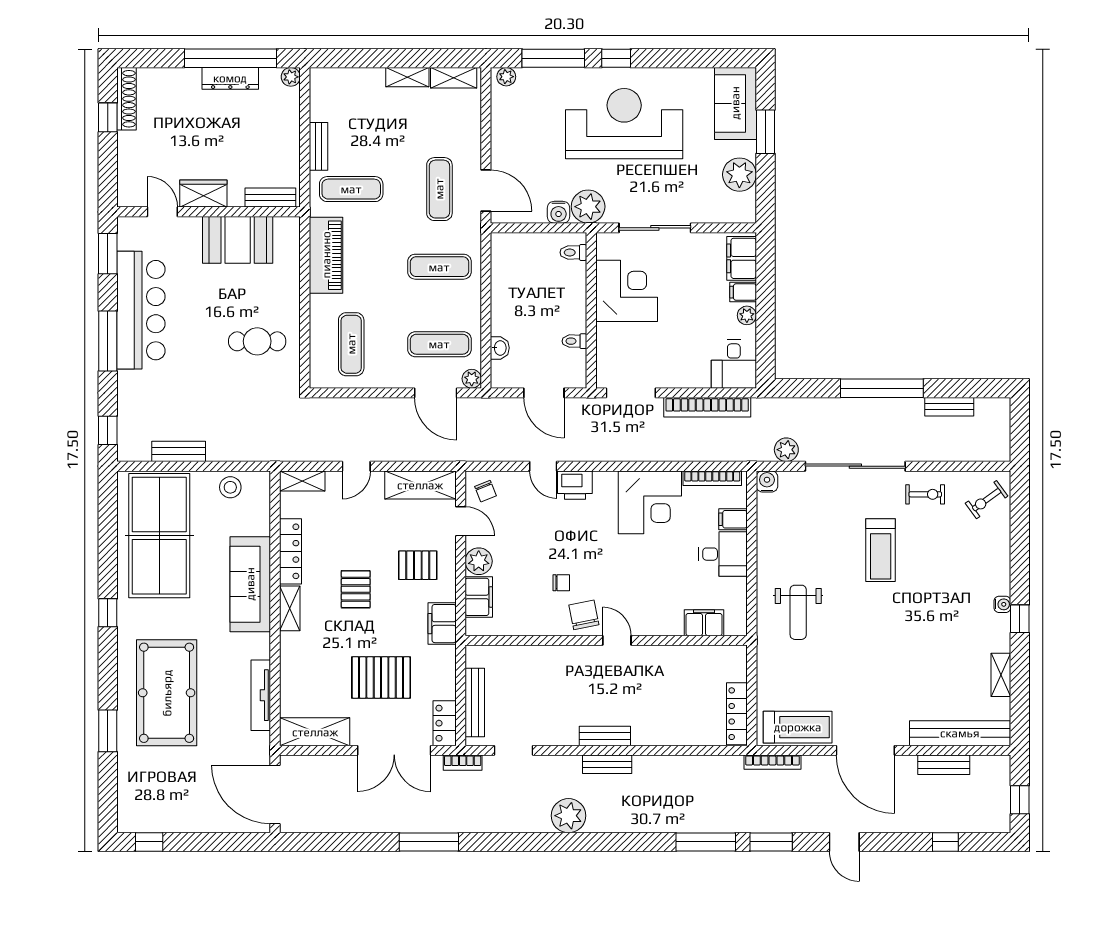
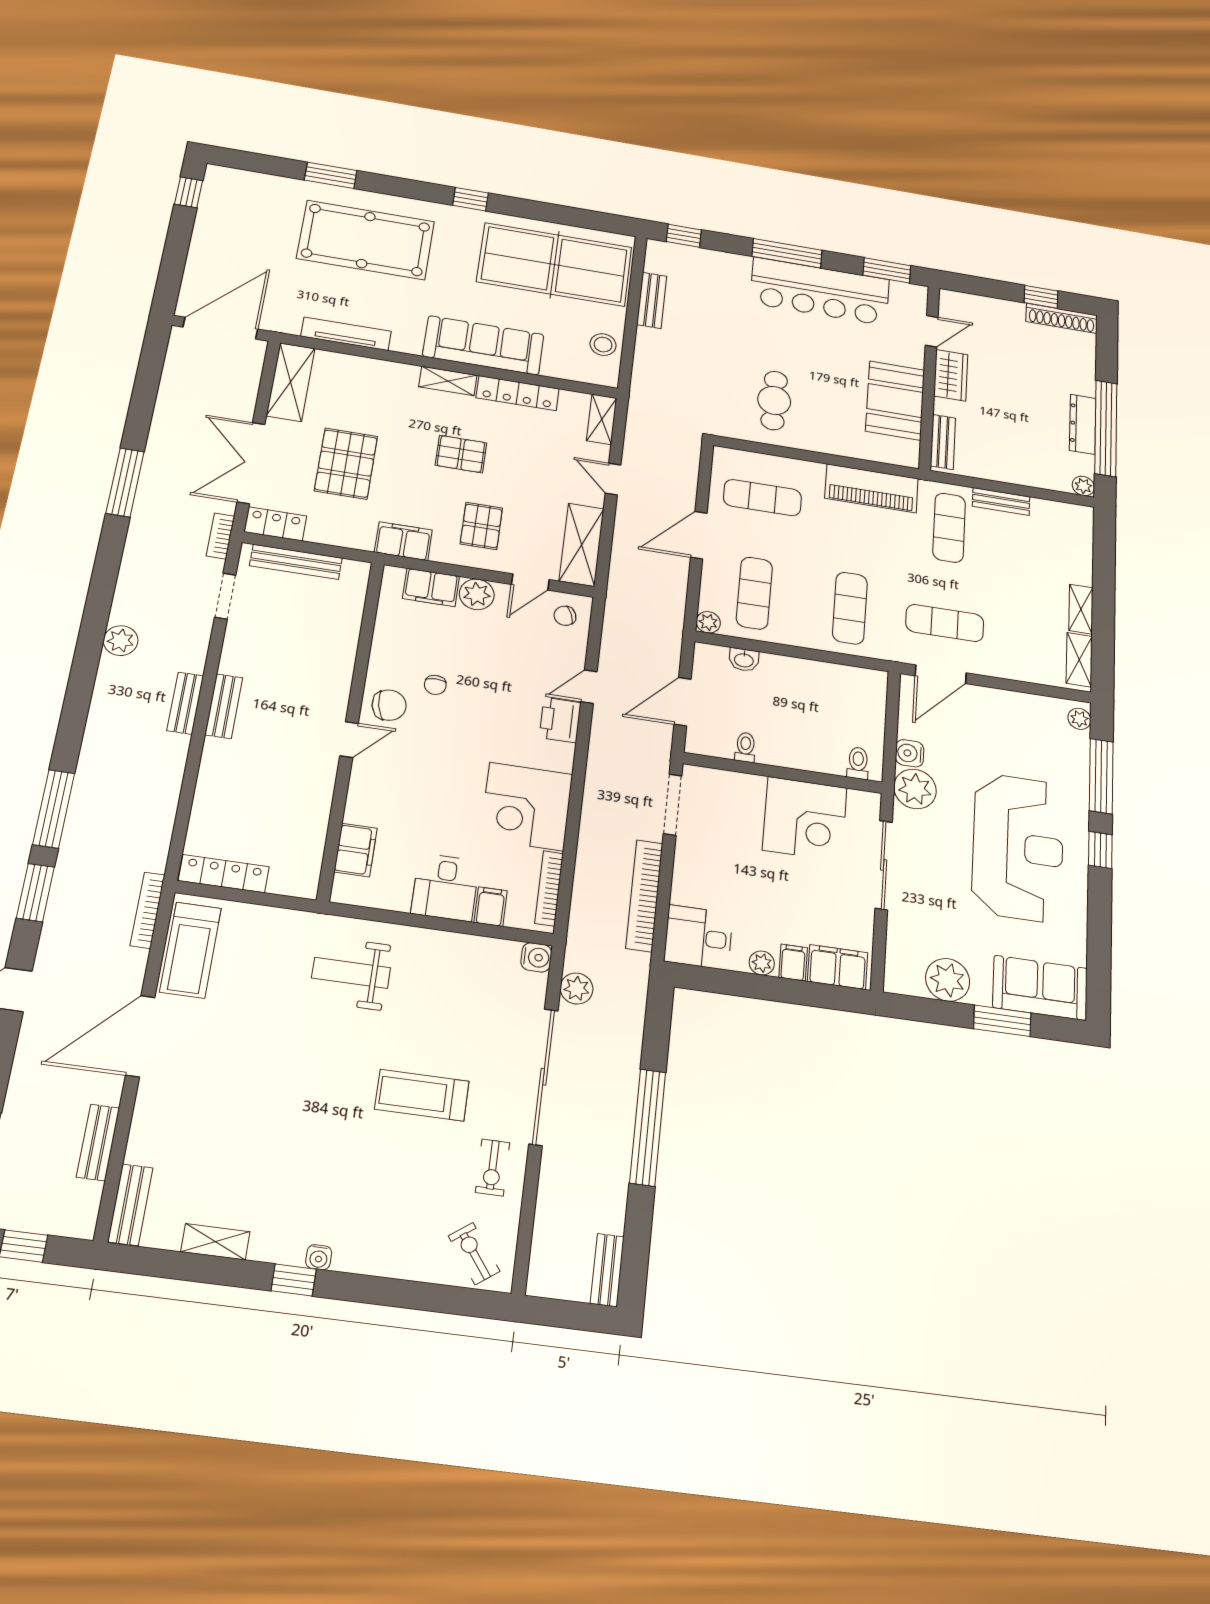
door: (436, 393) -> (699, 535), moved
bench: (949, 407) -> (607, 1270), moved
bench: (960, 733) -> (130, 1205), width x0.54, depth x0.82
plant: (568, 816) -> (121, 641), width x0.73, depth x0.73

